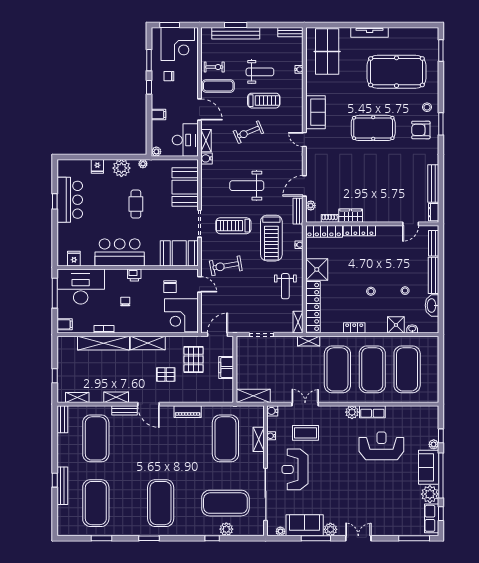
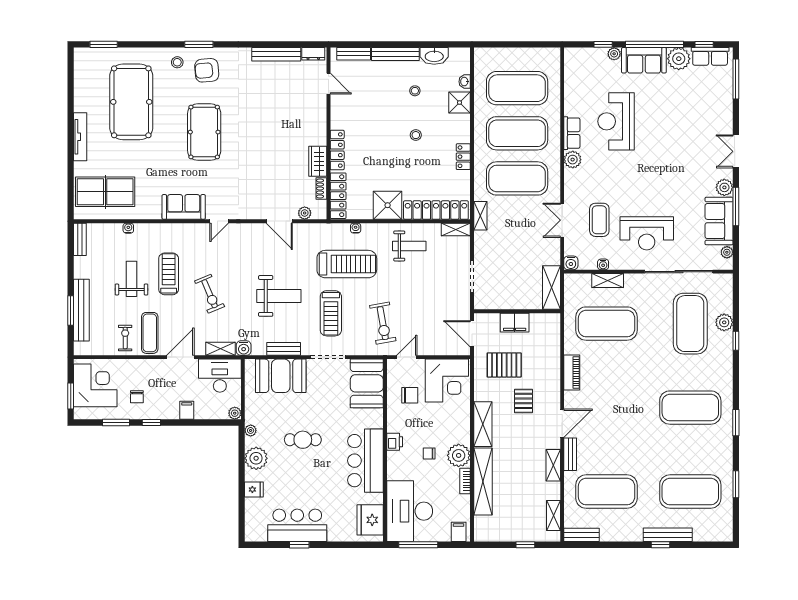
armchair: (421, 130) -> (207, 70), turned 85
weight bench: (247, 186) -> (279, 296), turned -90
bench: (298, 211) -> (284, 349), moved
fridge: (74, 259) -> (370, 520), width x1.88, depth x1.34
plant: (124, 324) -> (459, 455), added

